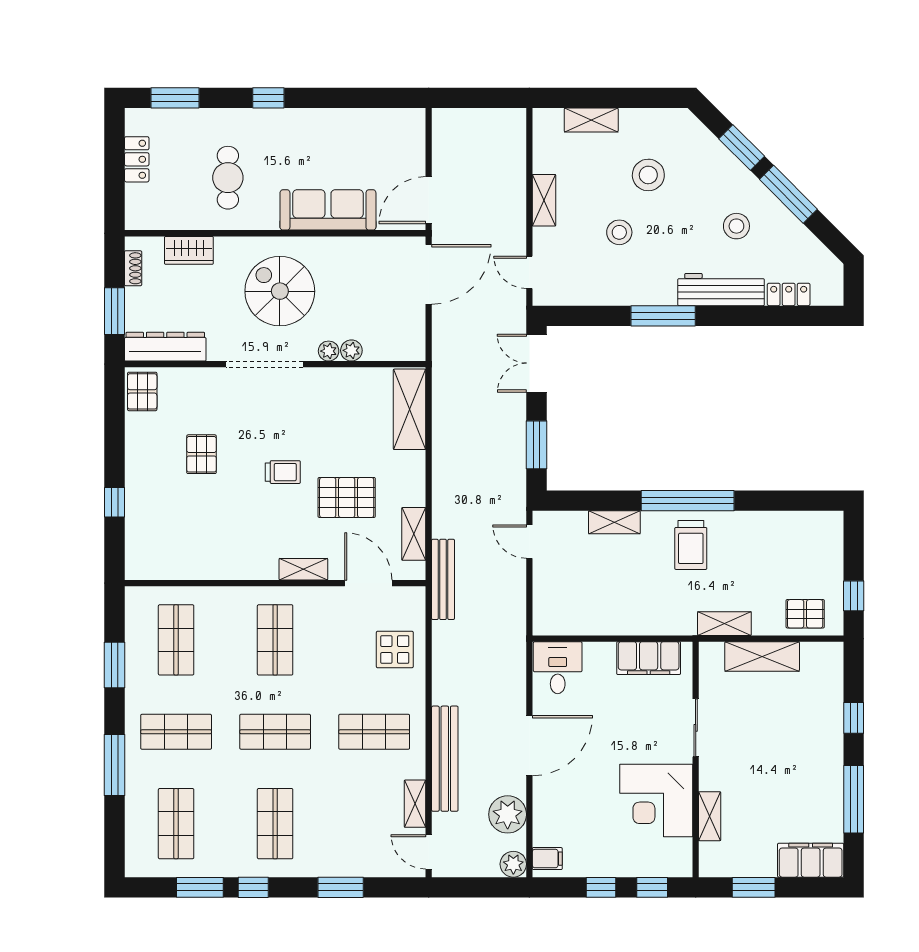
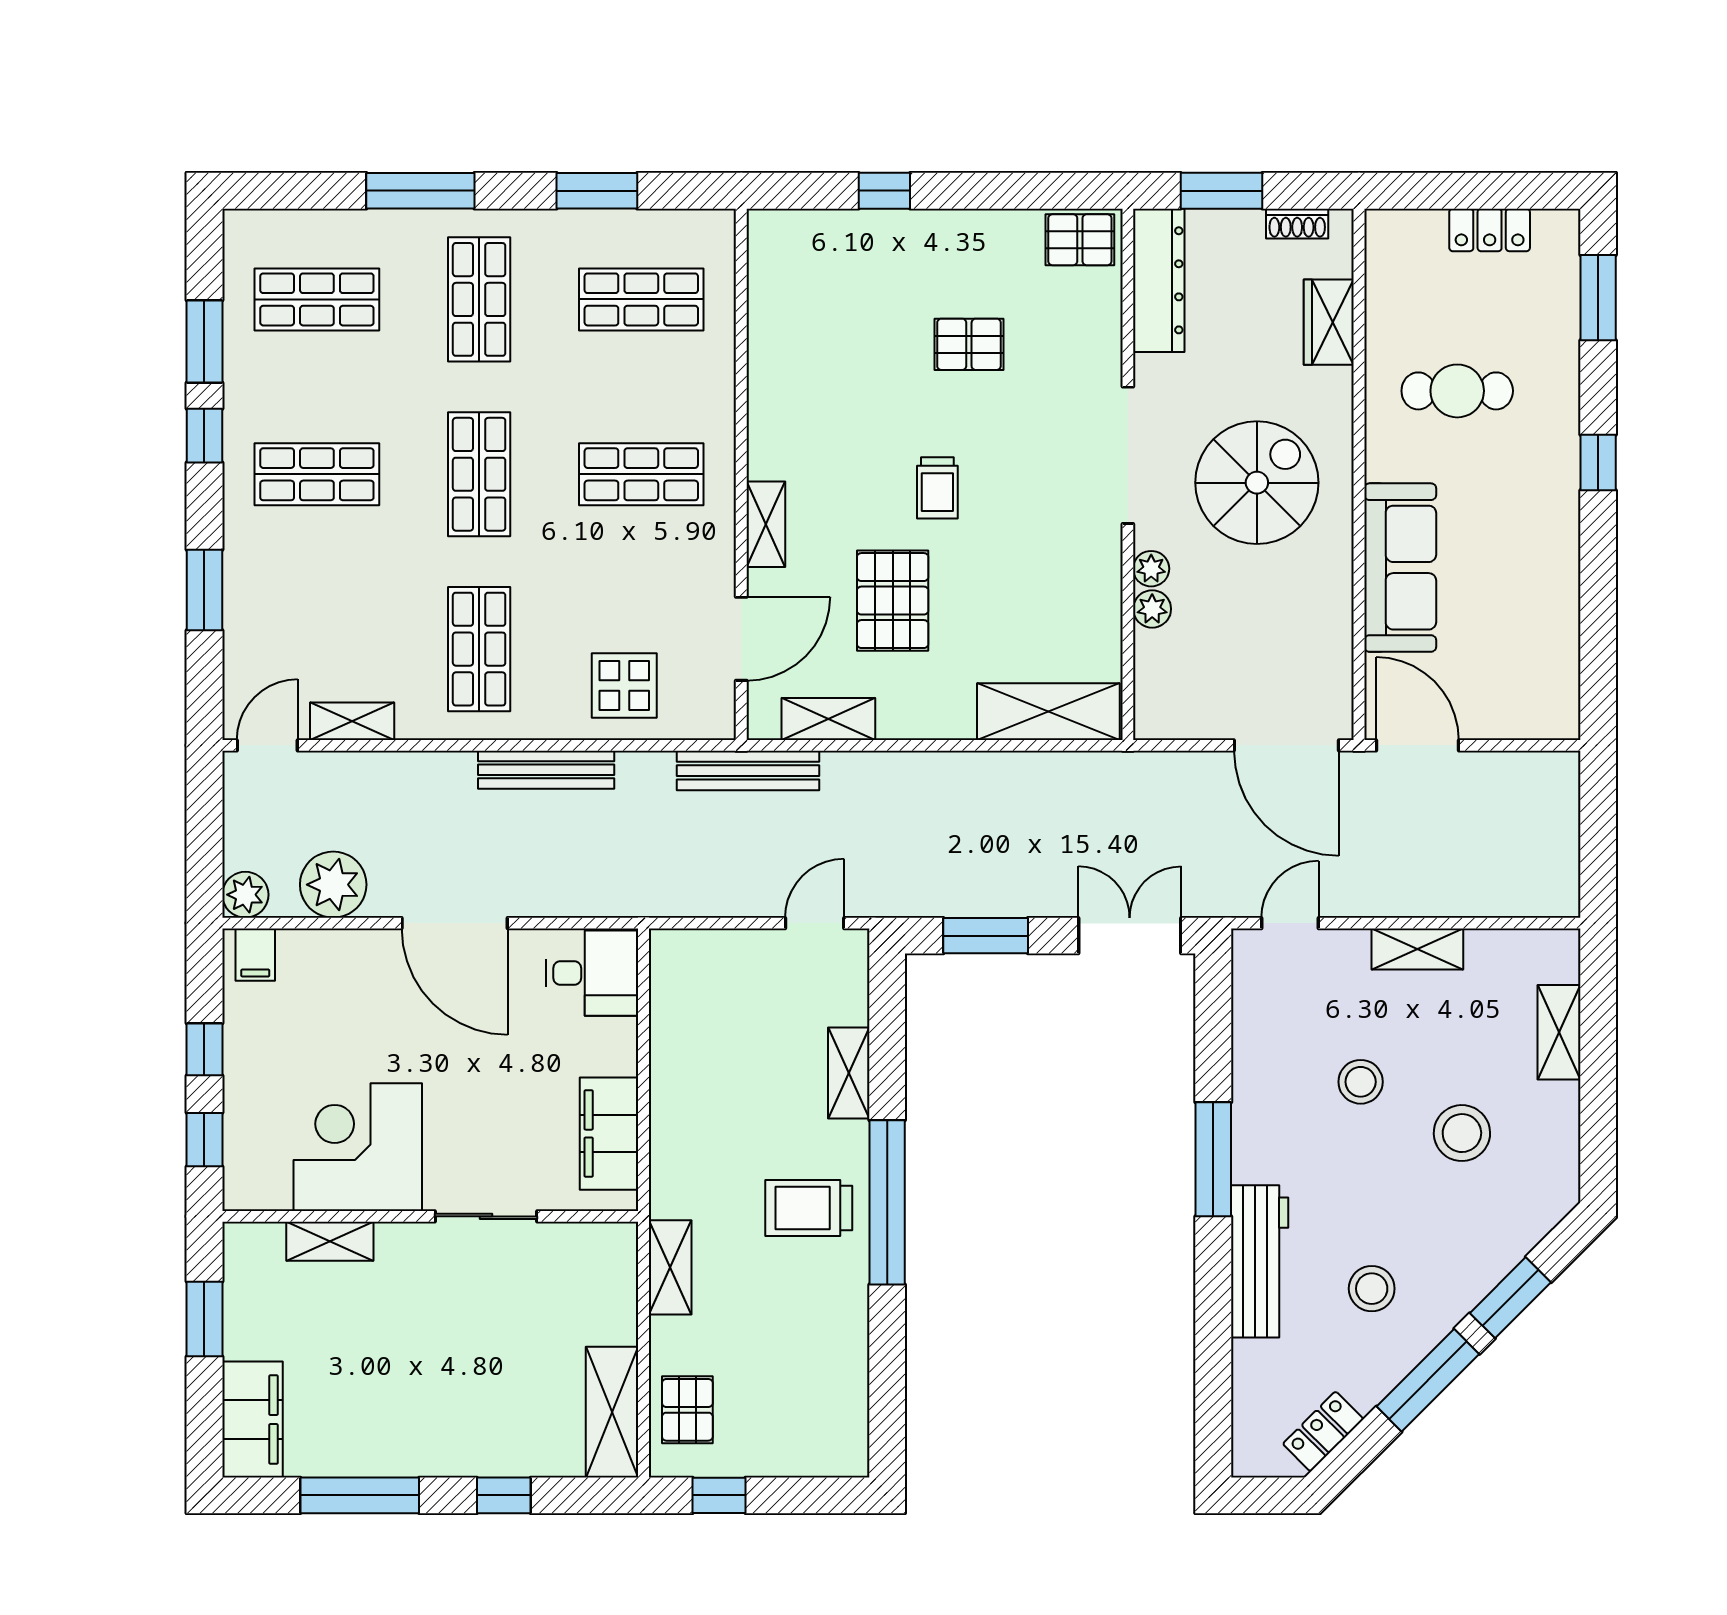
locker: (789, 294) -> (1323, 1431), moved, turned -135
shelving: (762, 656) -> (612, 1412), moved
bench: (445, 759) -> (546, 770), moved, width x0.73, depth x0.82

